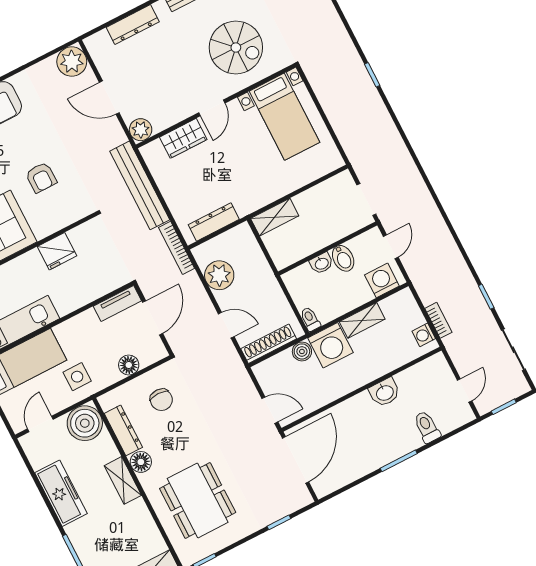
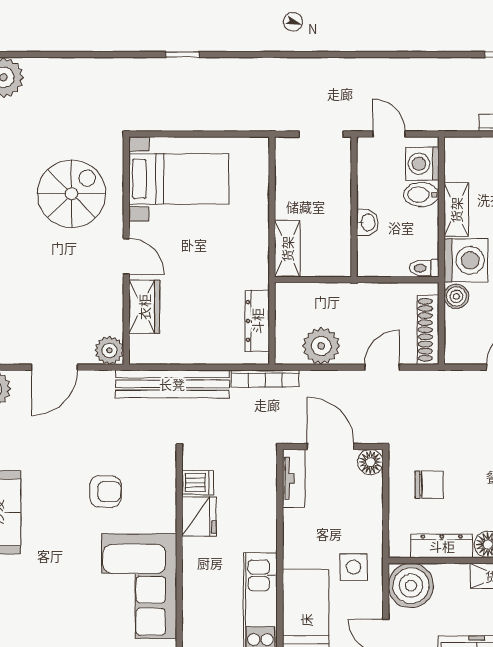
dishwasher: (80, 238) -> (198, 483), added
bidet: (343, 258) -> (421, 195), moved, turned 180
floor lamp: (129, 365) -> (370, 462), moved

